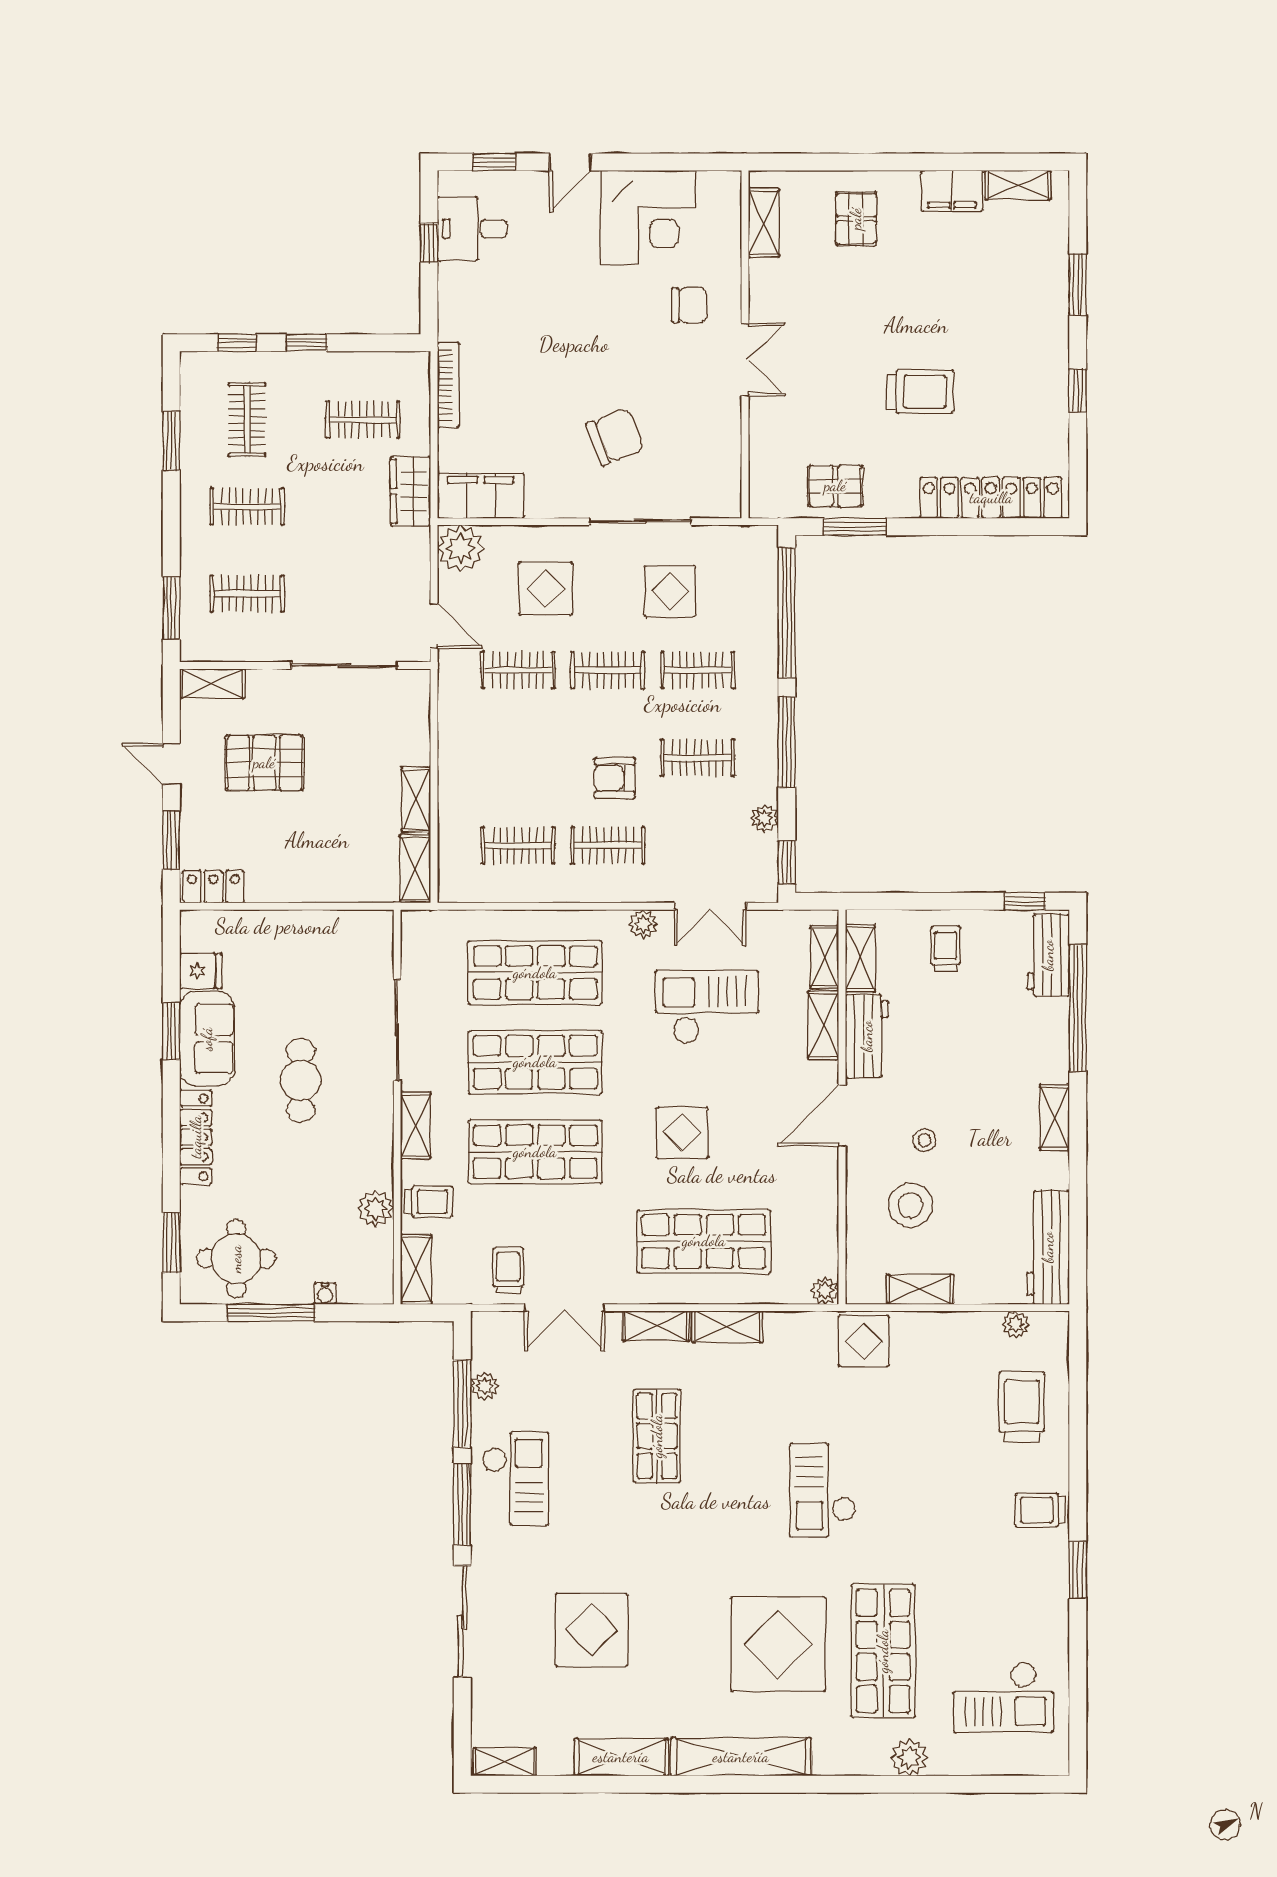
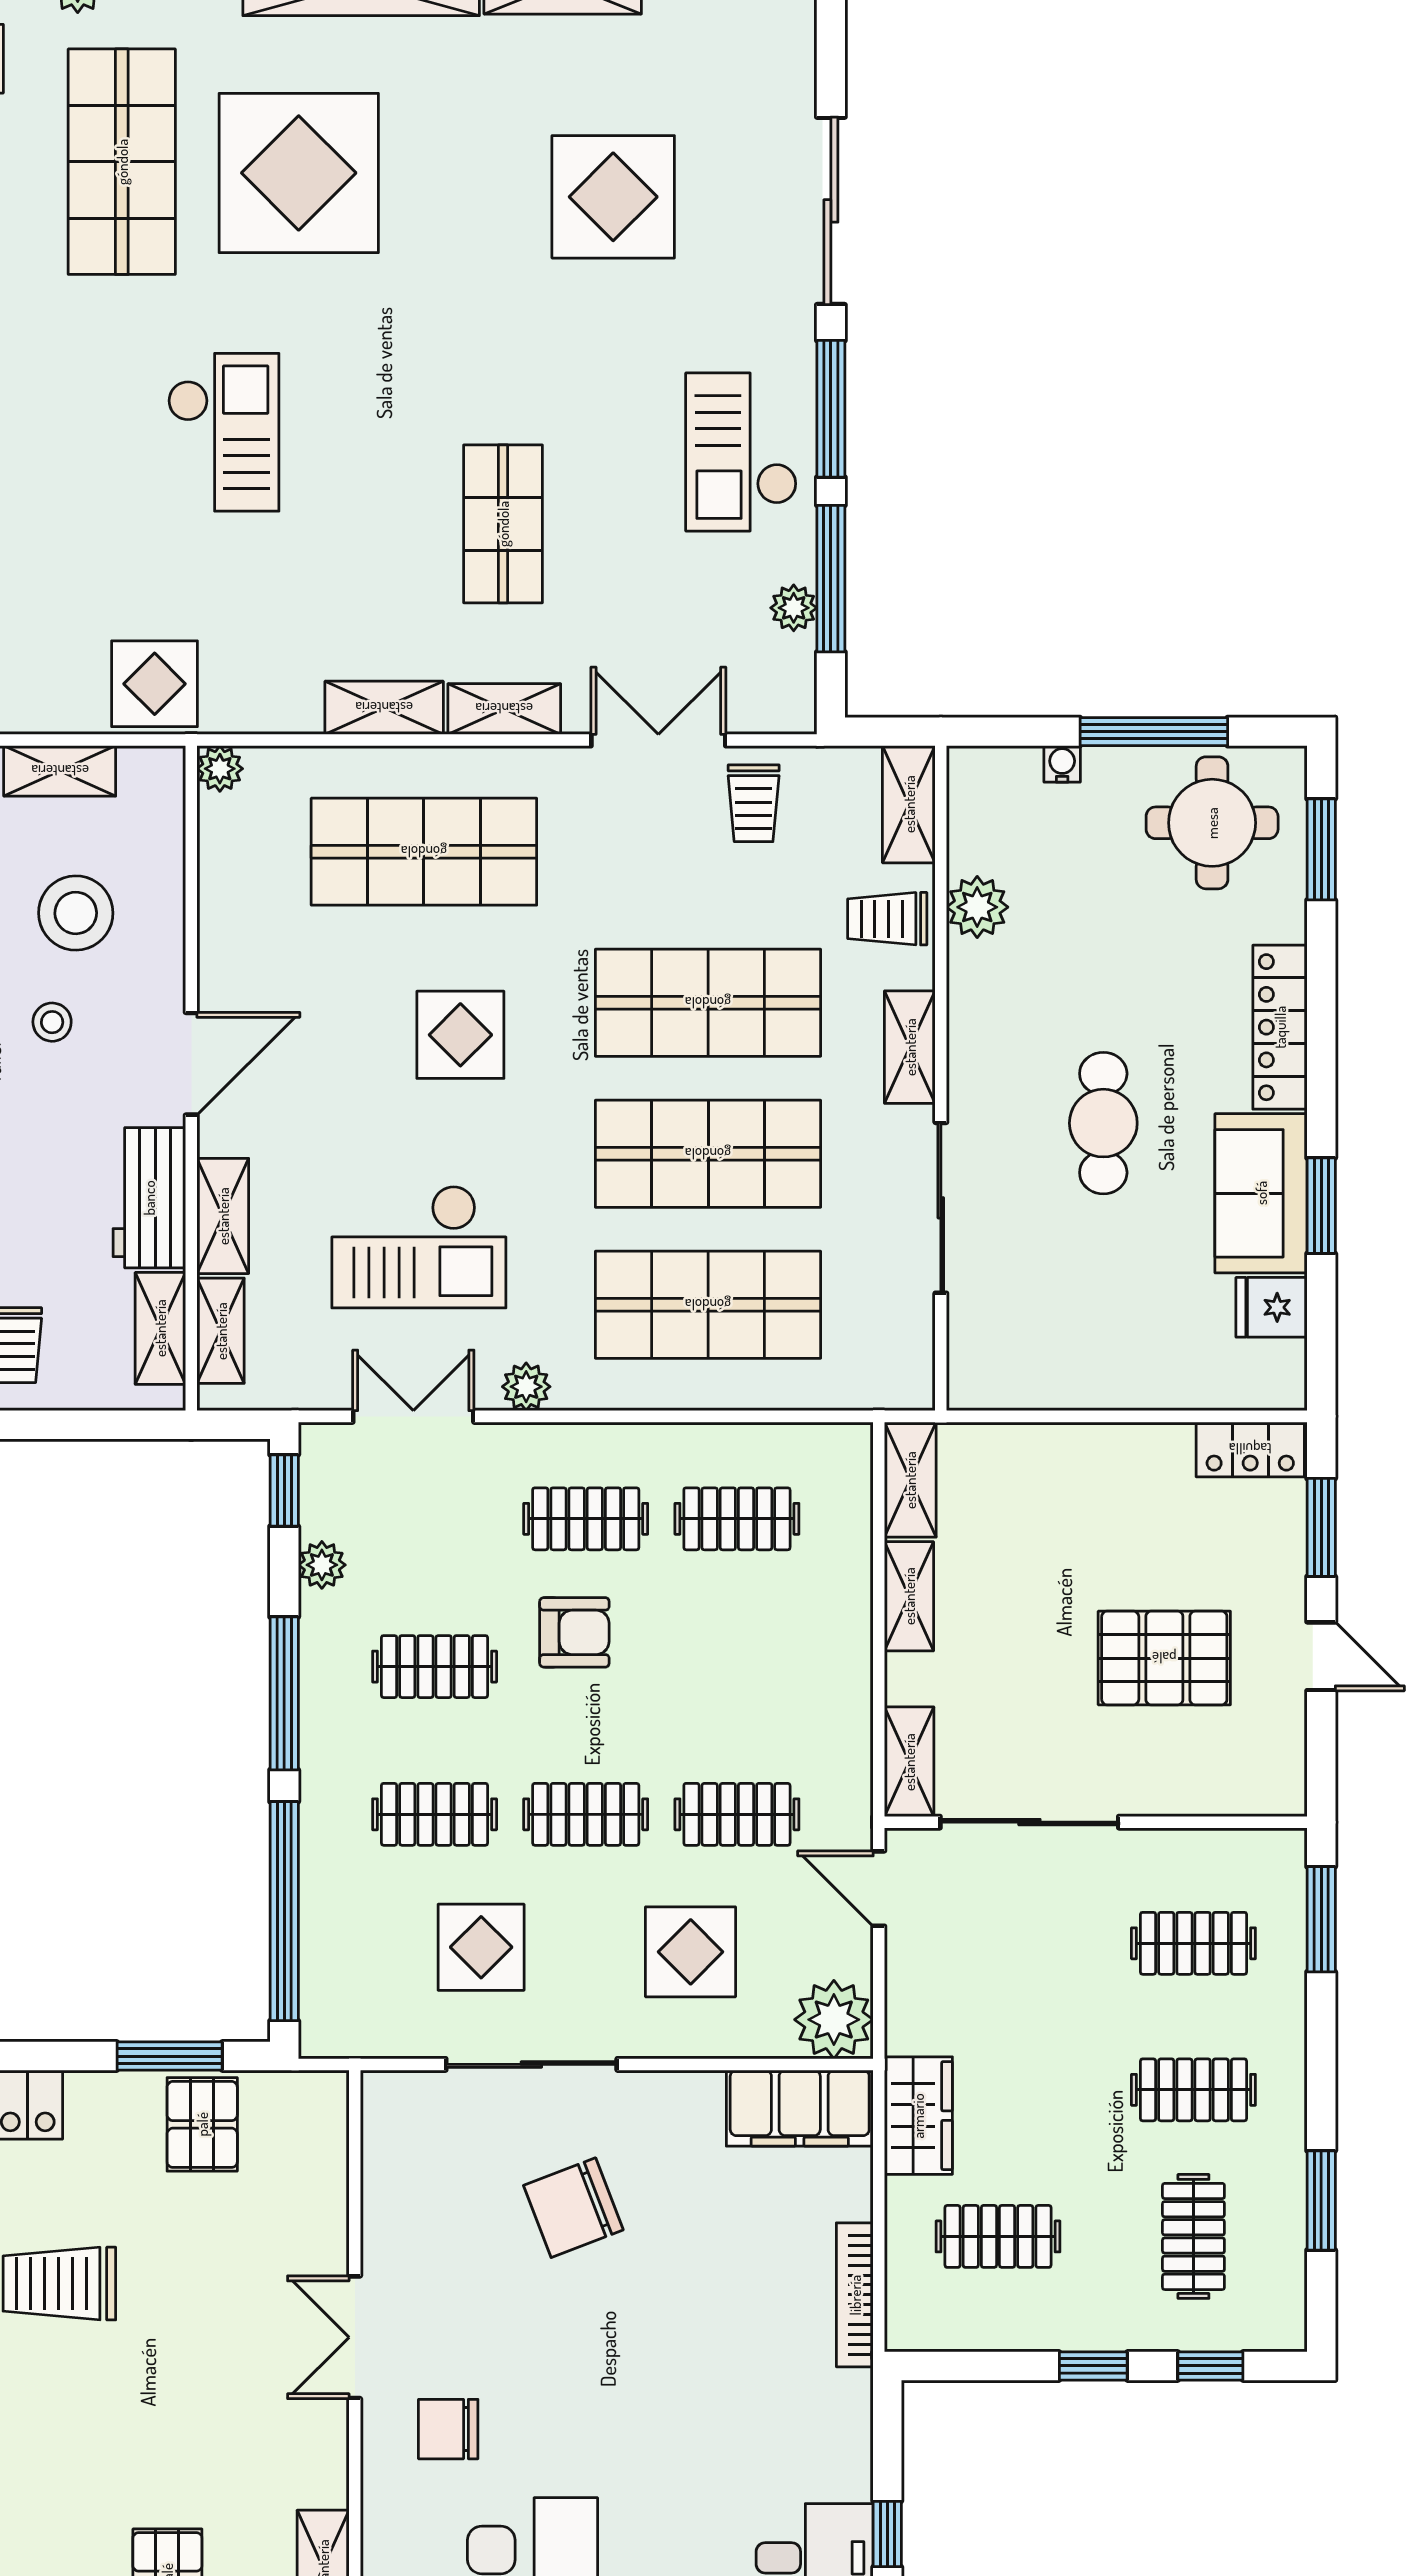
pallet: (835, 486) -> (202, 2124), turned 90
shelving: (212, 683) -> (909, 1762), moved, turned 90

